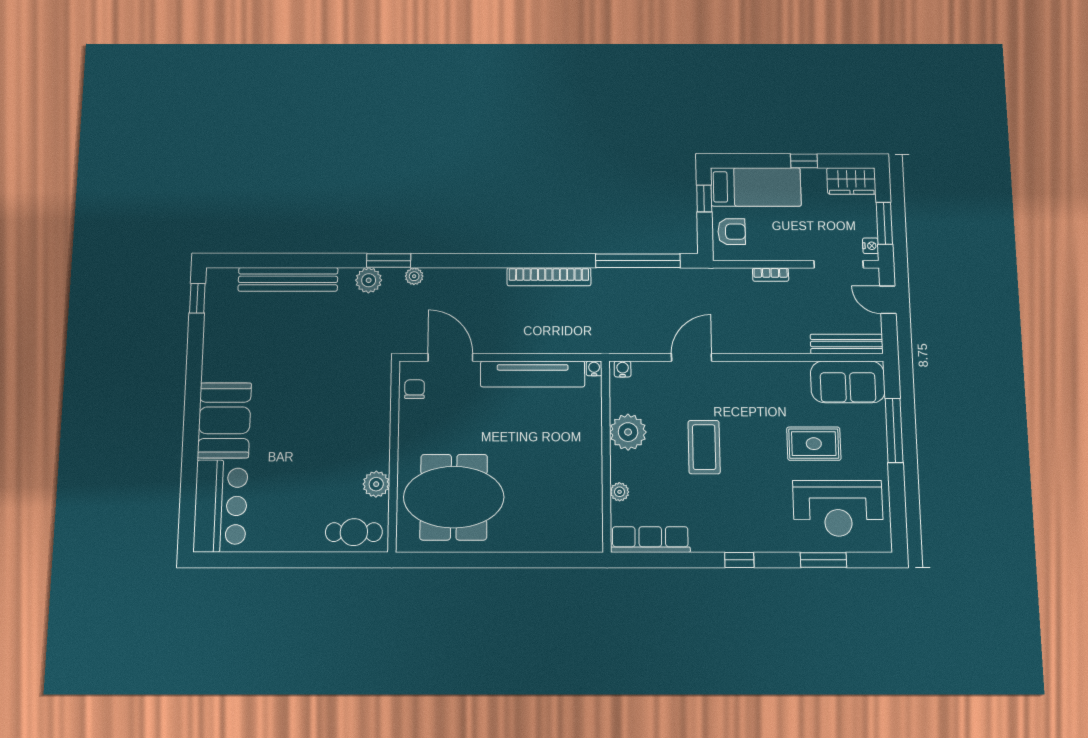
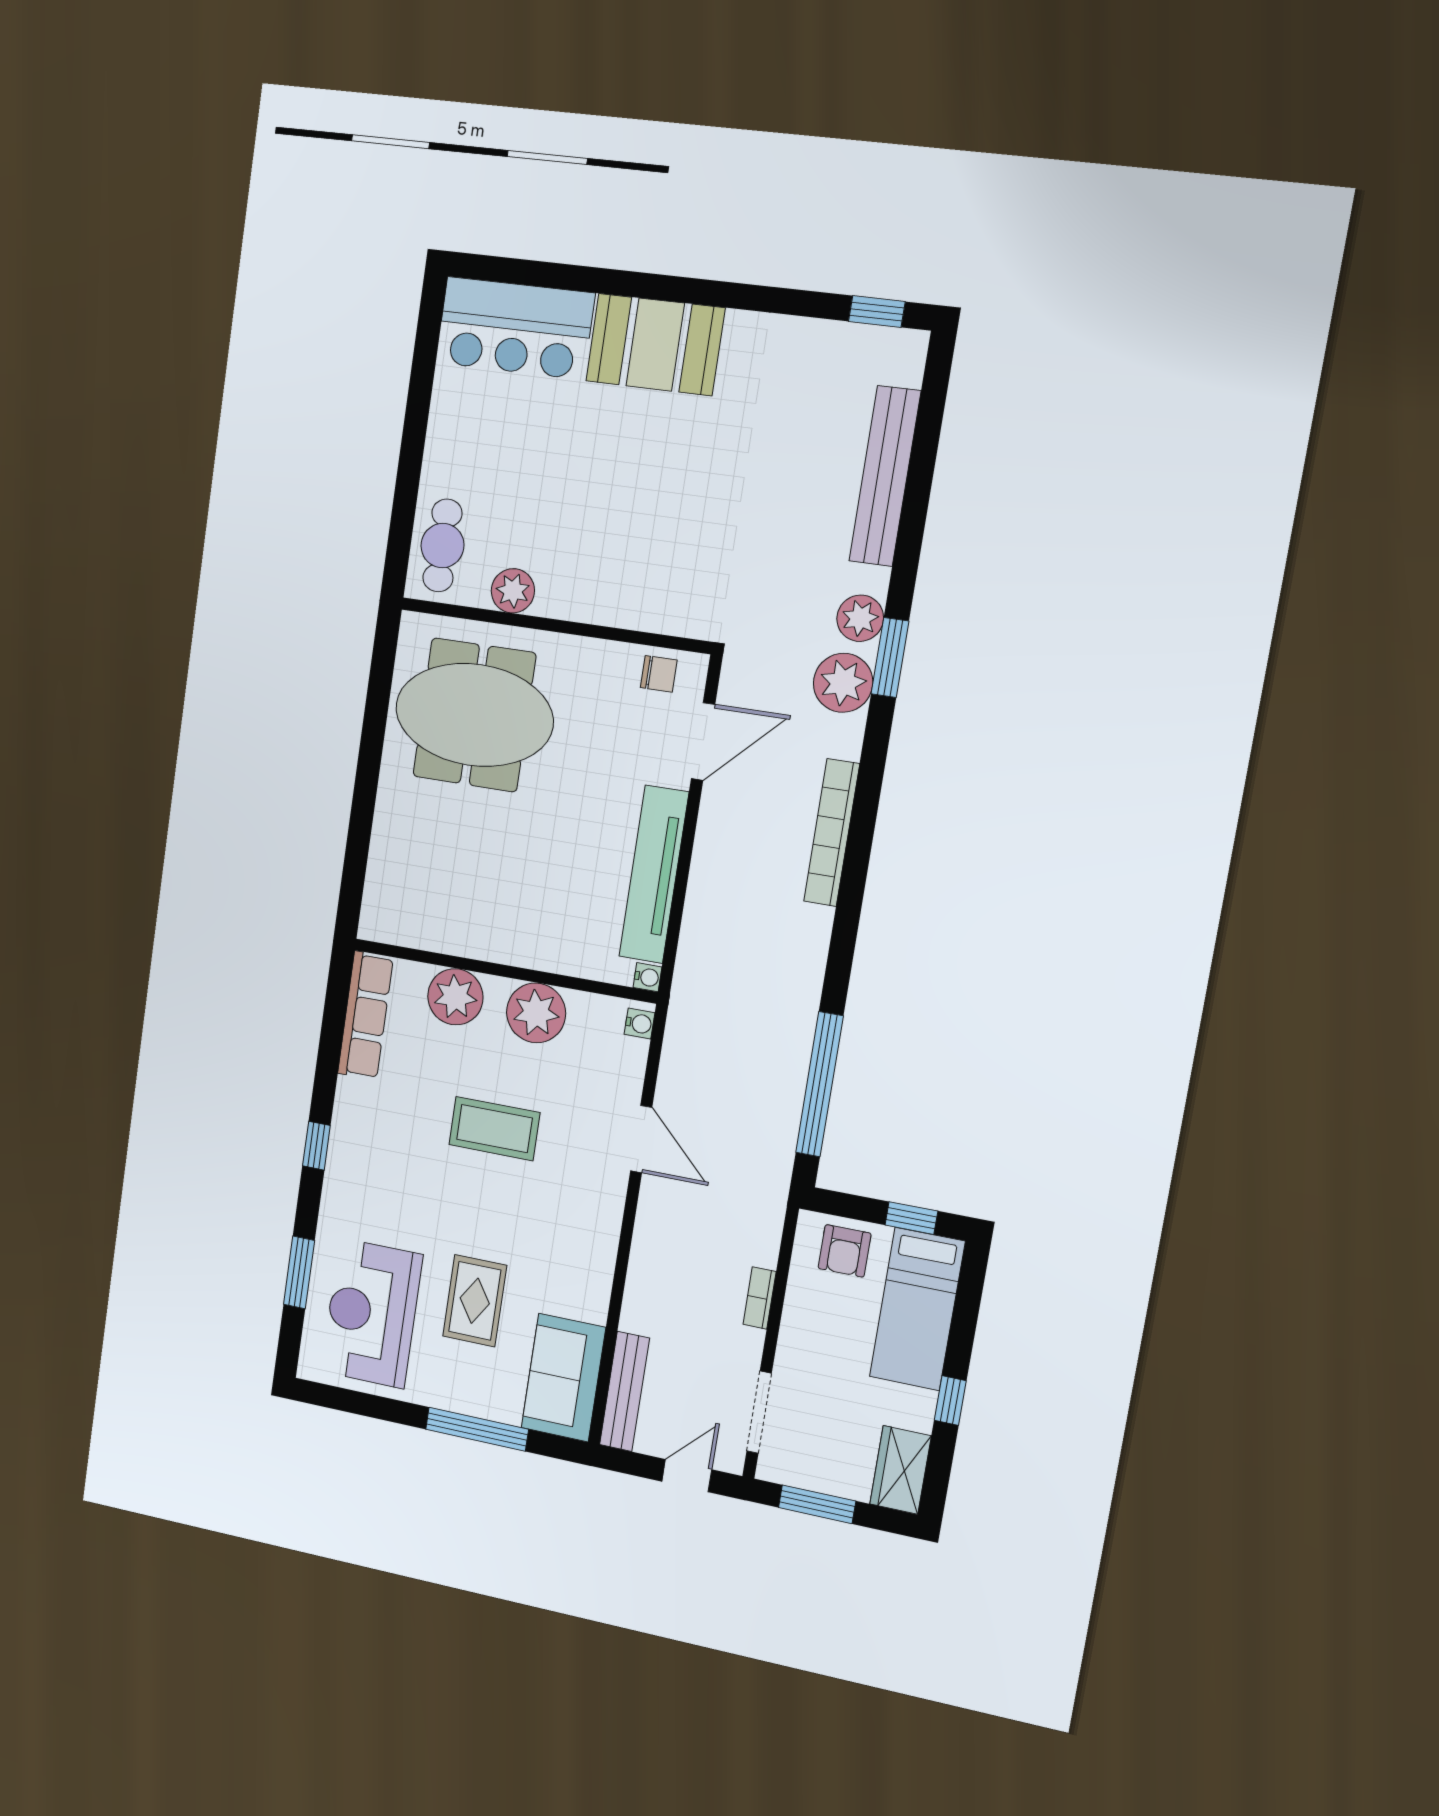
nightstand: (871, 246) -> (782, 1472), removed
plant: (414, 276) -> (843, 683), width x1.88, depth x1.88
bookcase: (549, 277) -> (832, 833), moved
plant: (620, 492) -> (455, 997), width x1.88, depth x1.88
meeting table: (454, 497) -> (474, 715), turned 90

